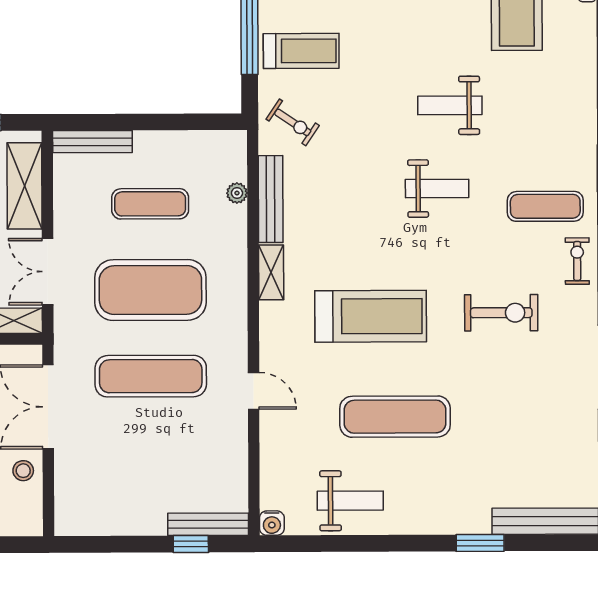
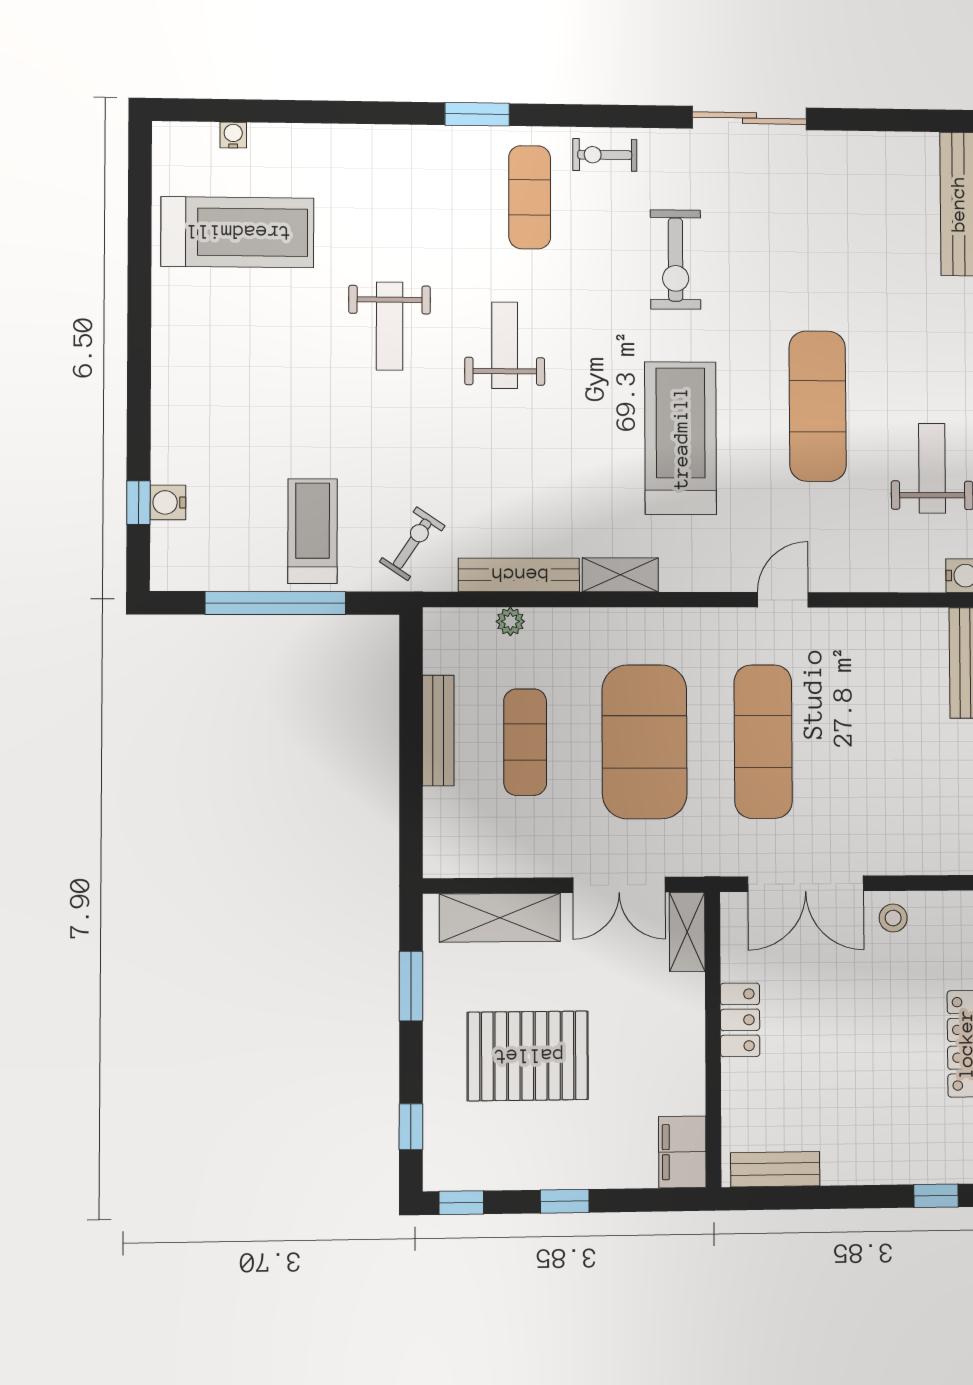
bench: (92, 142) -> (438, 730), moved
exercise bike: (501, 313) -> (676, 260), turned 180

